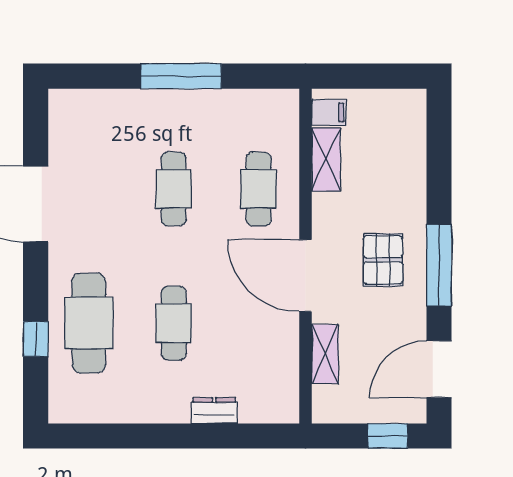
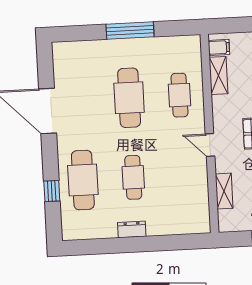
cafe table: (174, 189) -> (129, 98), width x1.37, depth x1.35
door: (306, 276) -> (210, 145), width x0.53
dresser: (214, 411) -> (132, 229), moved

